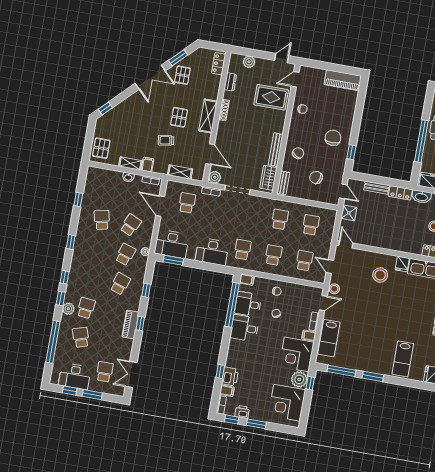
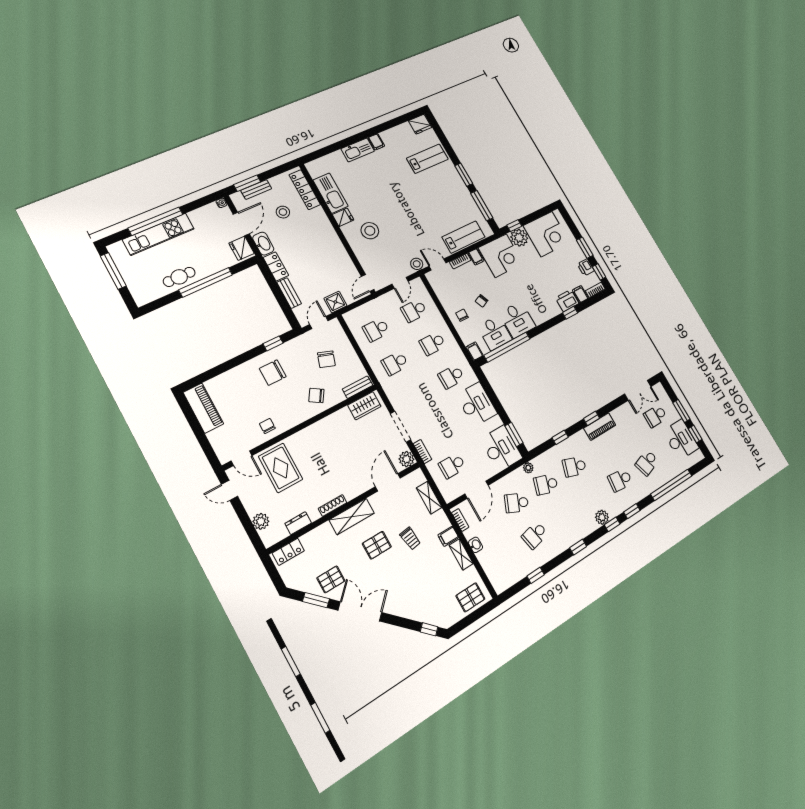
bench: (276, 150) -> (331, 421), removed
plant: (68, 309) -> (602, 517), moved

